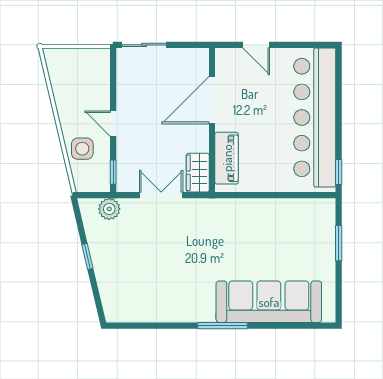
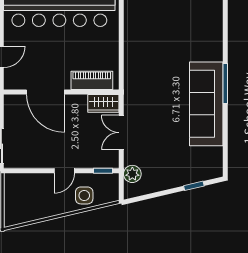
window: (87, 256) -> (194, 186), moved
sofa: (269, 302) -> (206, 104), moved

